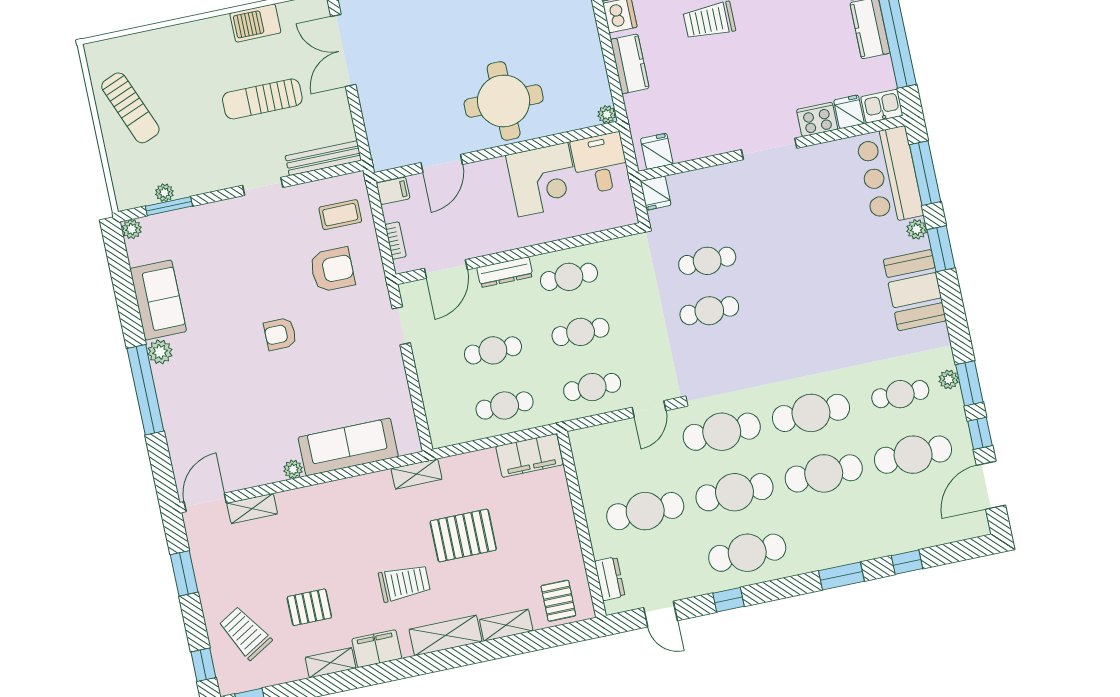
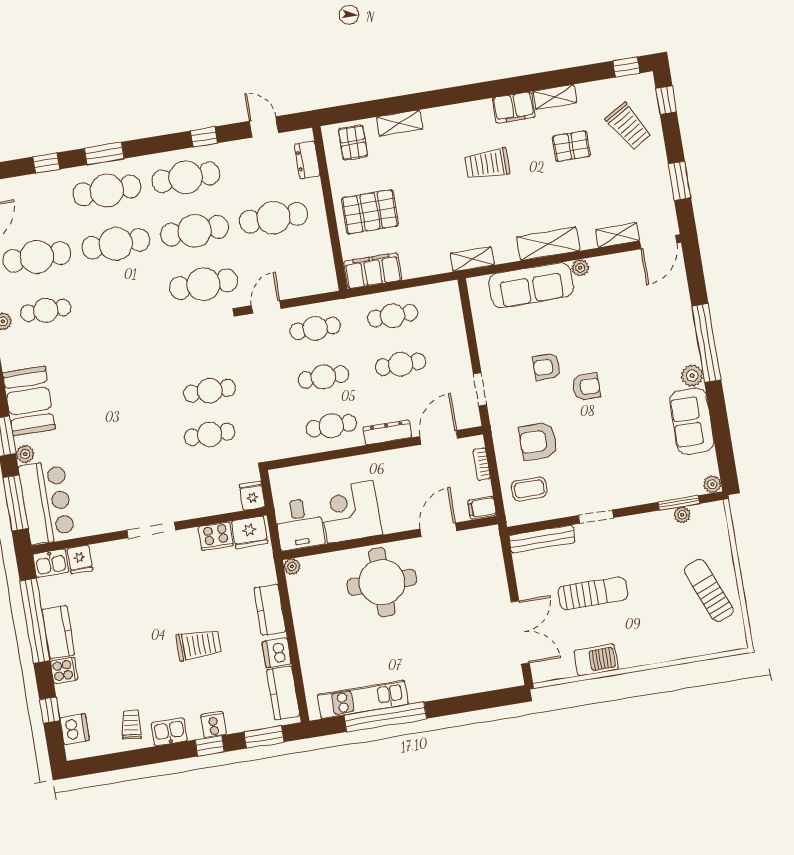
cooker: (817, 119) -> (216, 536), moved
fridge: (657, 151) -> (250, 532), width x1.38
armchair: (326, 355) -> (547, 367), added
cafe table: (811, 413) -> (107, 190), moved
pallet: (463, 536) -> (370, 212), moved
shelving: (445, 635) -> (548, 244), moved

